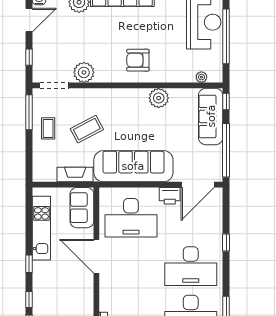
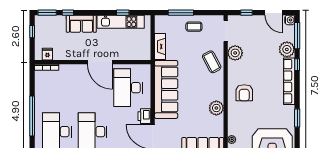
armchair: (138, 60) -> (244, 93), turned 180
window: (29, 112) -> (181, 13), moved
coffee table: (87, 129) -> (212, 62), moved
sofa: (82, 208) -> (81, 24), moved, turned 180
door: (96, 256) -> (100, 62), swing flipped
window: (29, 264) -> (123, 13), moved

